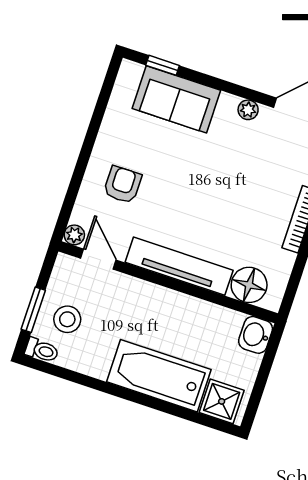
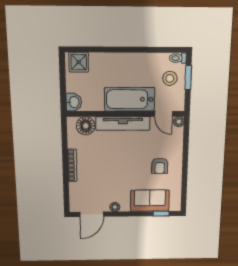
armchair: (123, 185) -> (160, 166), moved
bathtub: (159, 376) -> (130, 99), moved, turned 180

